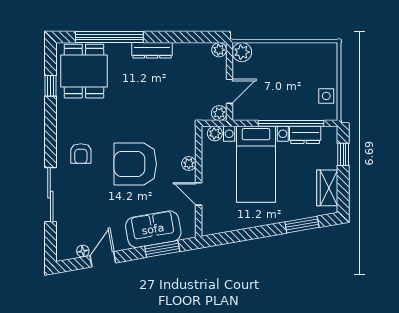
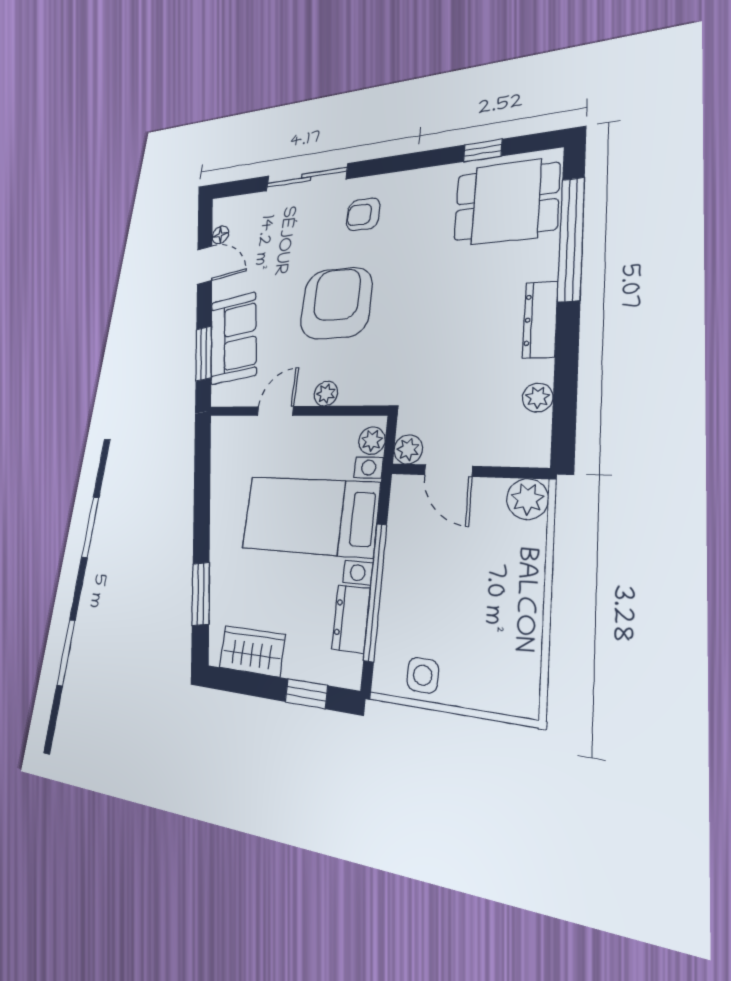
plant: (219, 50) -> (538, 397), moved

